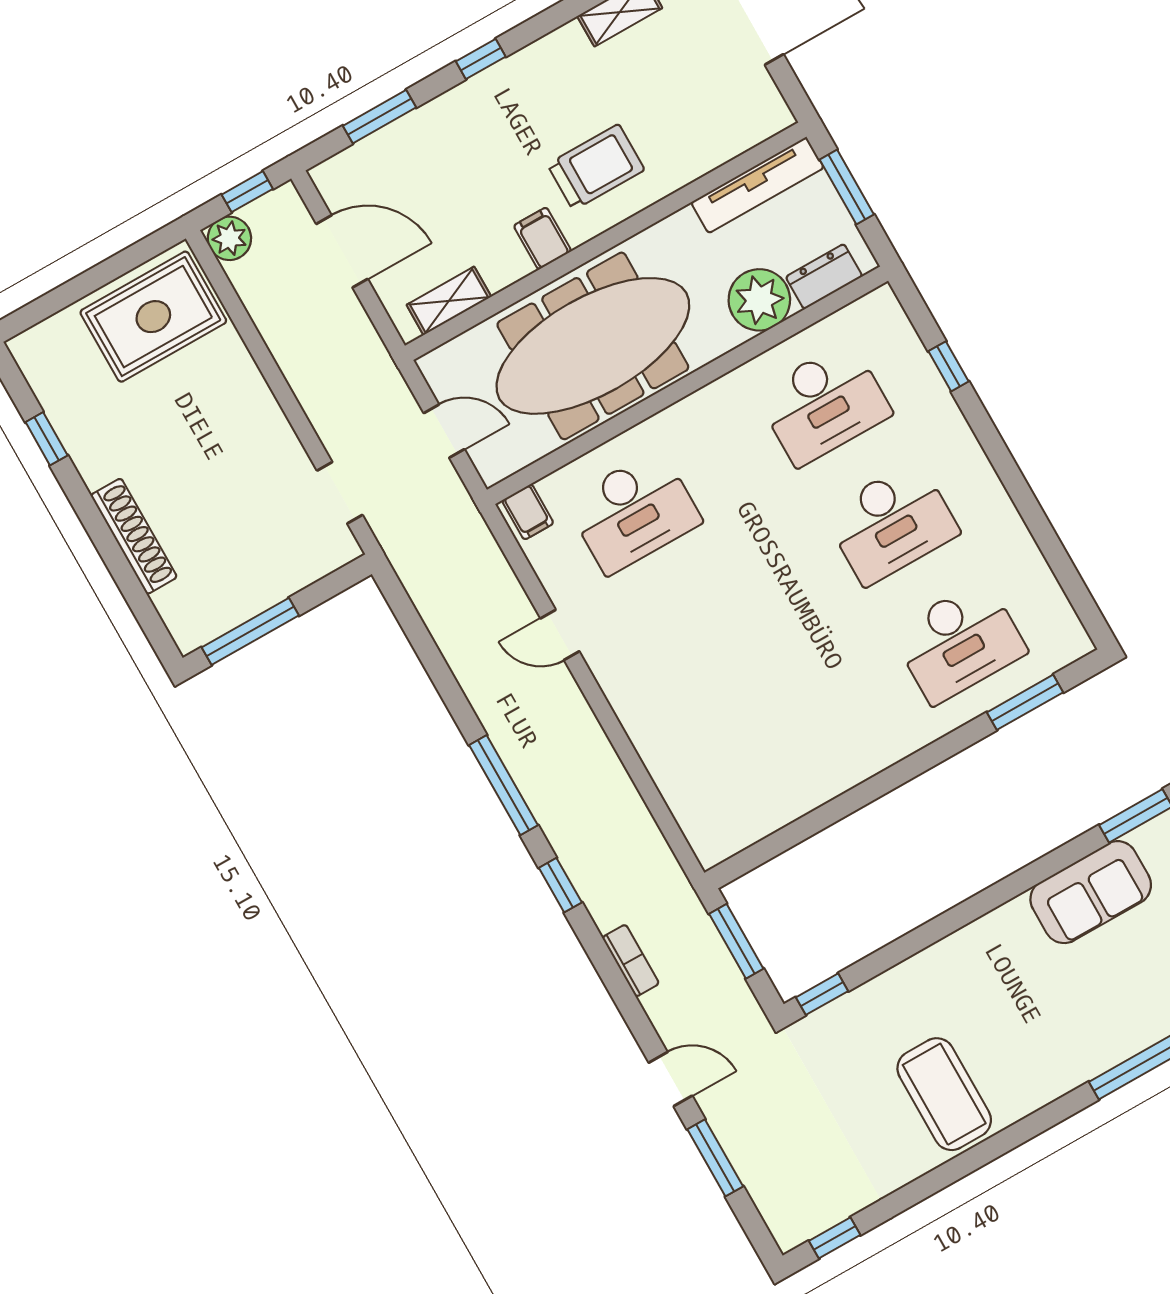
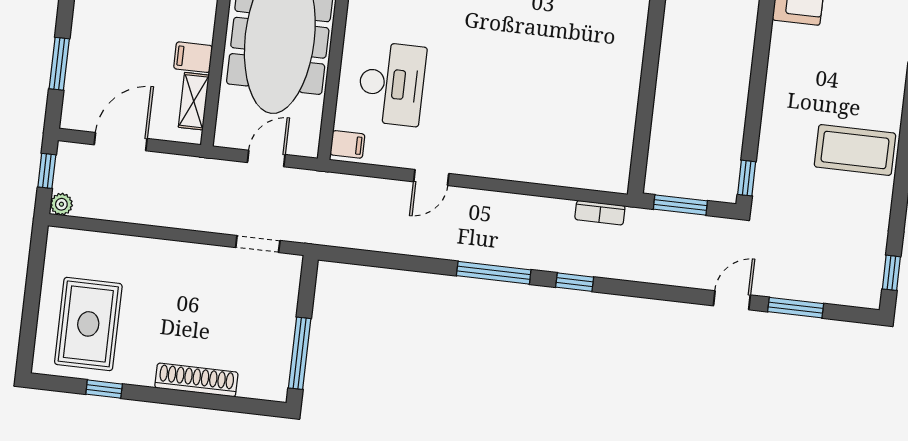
plant: (229, 238) -> (61, 204), width x0.73, depth x0.73
filing cabinet: (542, 238) -> (193, 57), moved
rug: (153, 317) -> (88, 324), moved
bookcase: (631, 961) -> (600, 213), moved, turned 180

